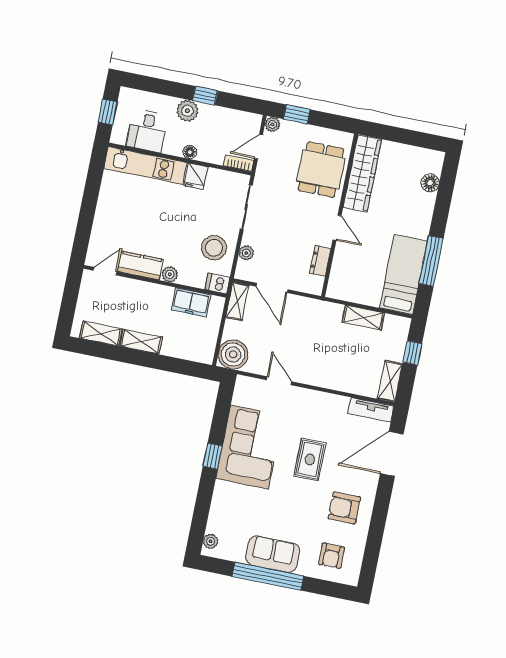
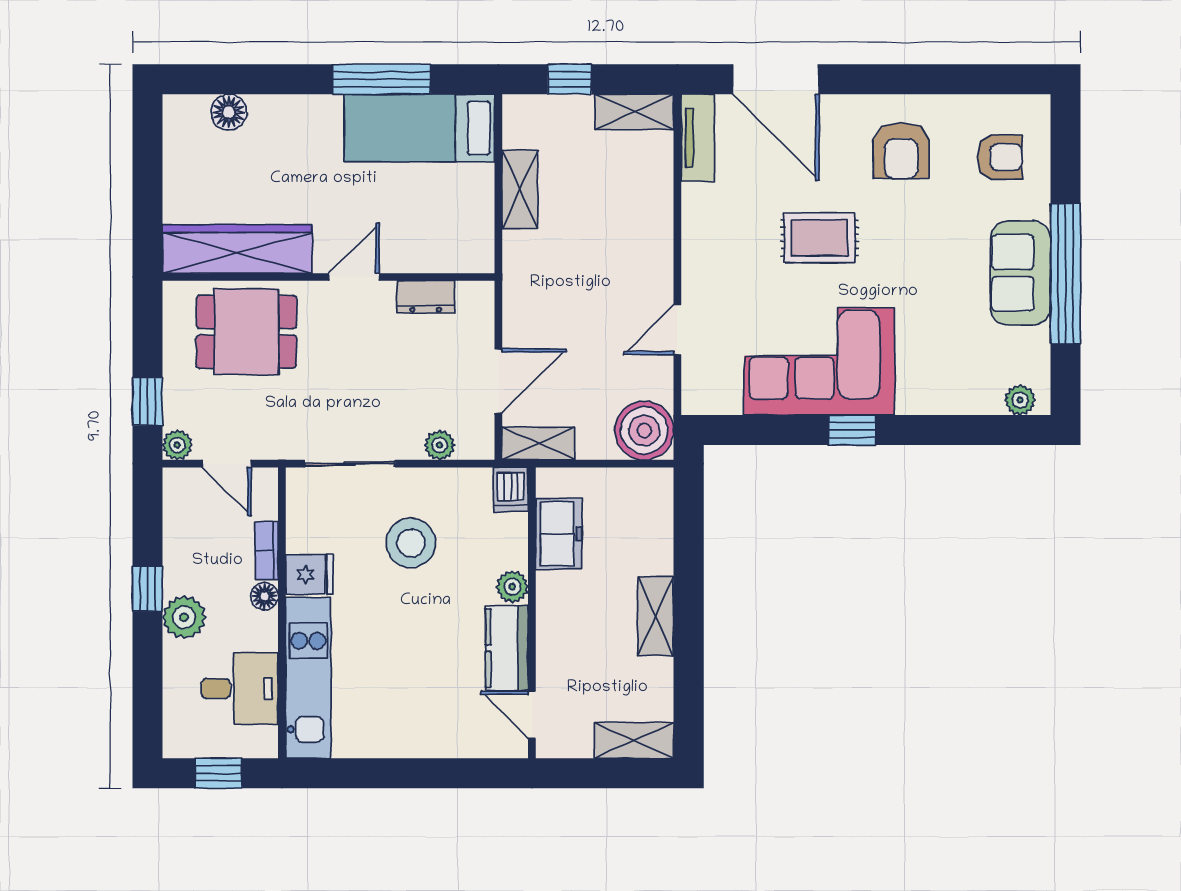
bookcase: (239, 163) -> (267, 551), moved
stool: (214, 248) -> (411, 543), moved
shelving: (101, 333) -> (634, 741), moved, turned 90

